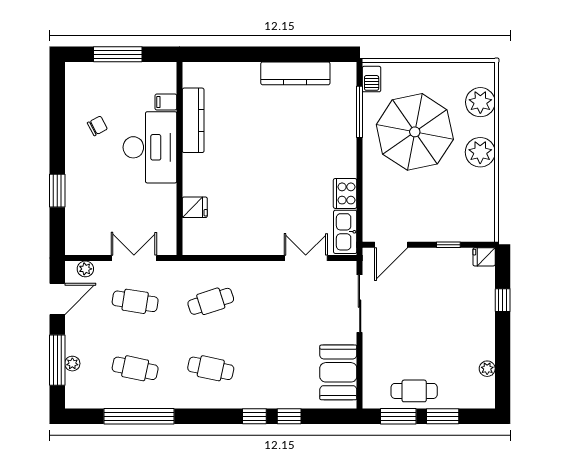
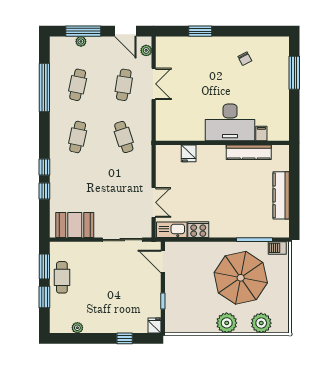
filing cabinet: (166, 102) -> (261, 133), moved
kitchen counter: (193, 120) -> (249, 152), moved
desk: (150, 147) -> (230, 122), moved
wall: (179, 159) -> (222, 143), moved
fridge: (195, 207) -> (189, 153), moved

